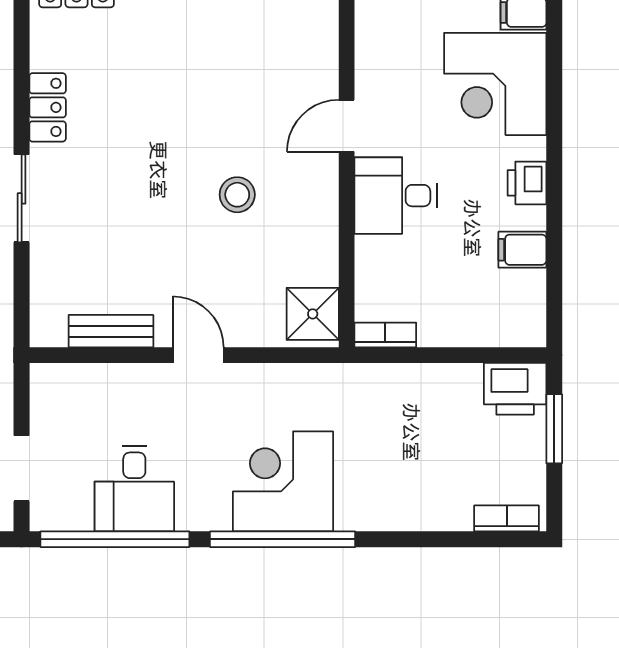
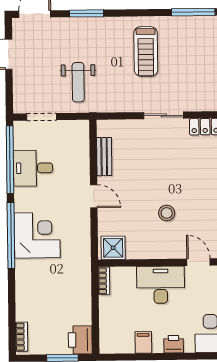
desk: (396, 196) -> (161, 285), width x1.37
door: (198, 355) -> (94, 196), hinge flipped

